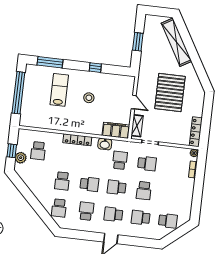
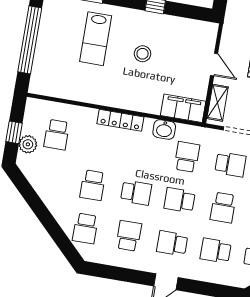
lab bench: (59, 90) -> (96, 39), turned 180

